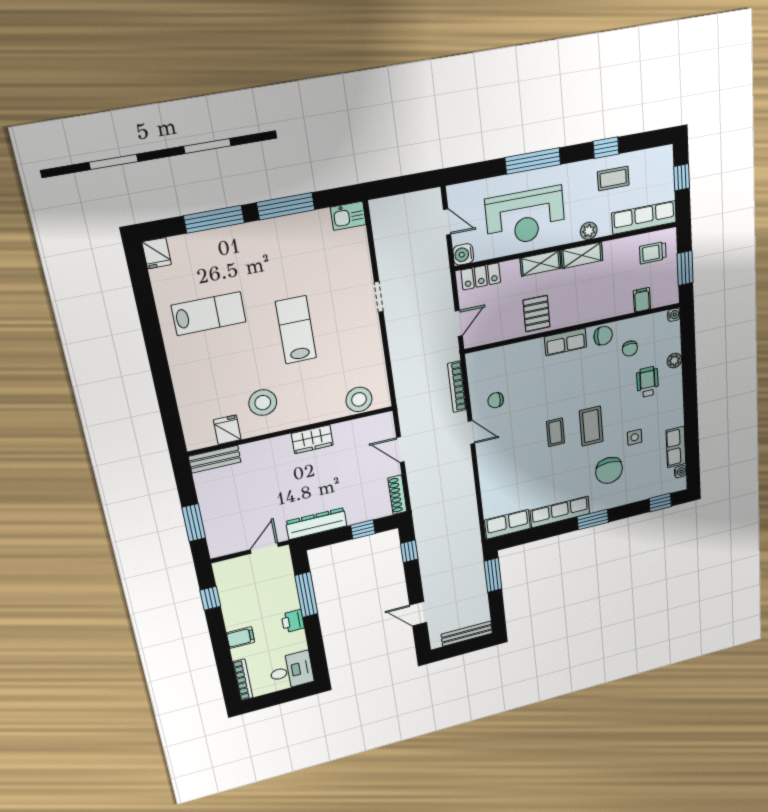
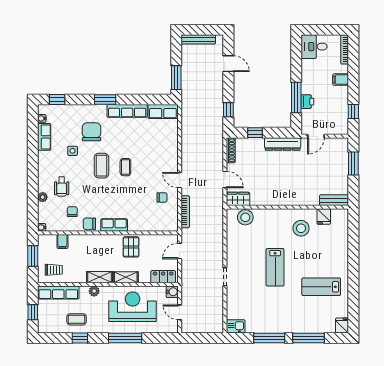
wardrobe: (312, 439) -> (238, 199), moved
printer: (293, 621) -> (307, 102), moved

